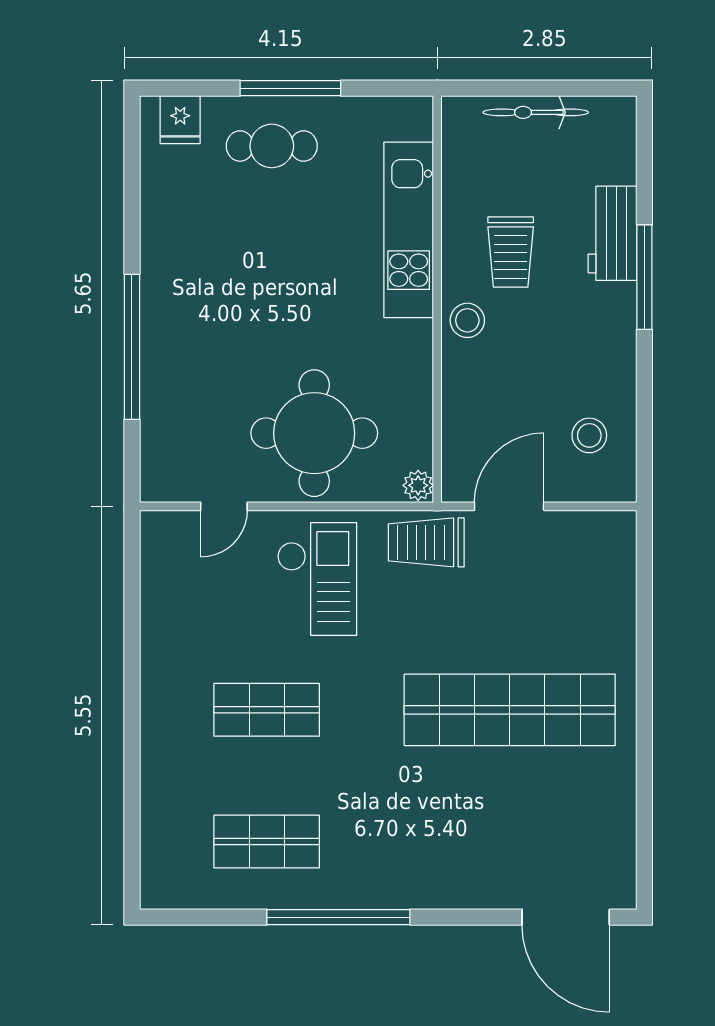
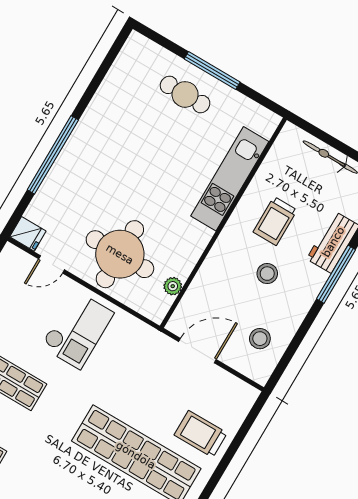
fridge: (180, 120) -> (28, 234), moved, turned -90
stool: (467, 320) -> (267, 274), moved
plant: (418, 485) -> (173, 286), moved
trolley: (426, 542) -> (201, 434), moved

